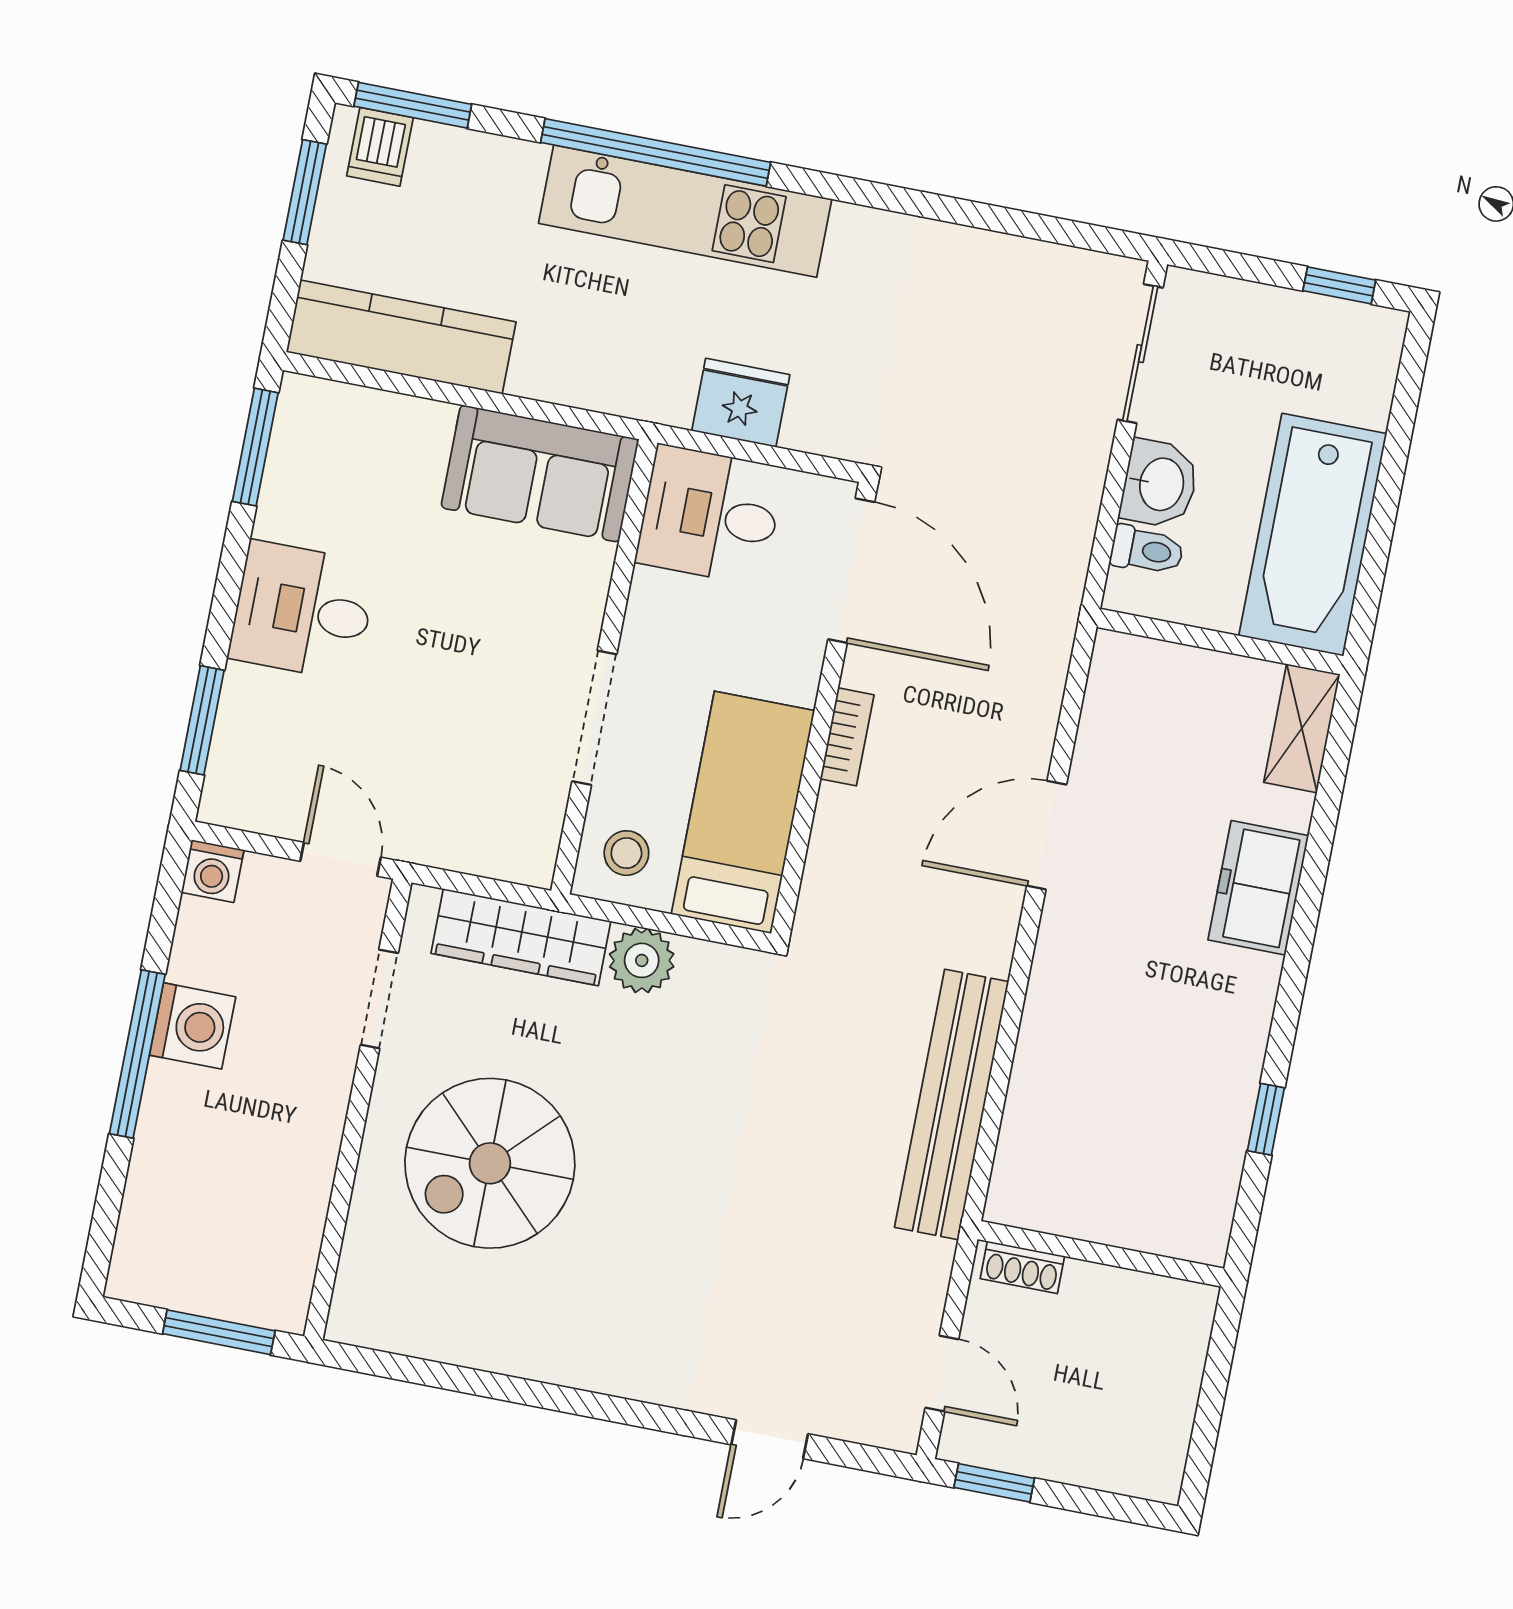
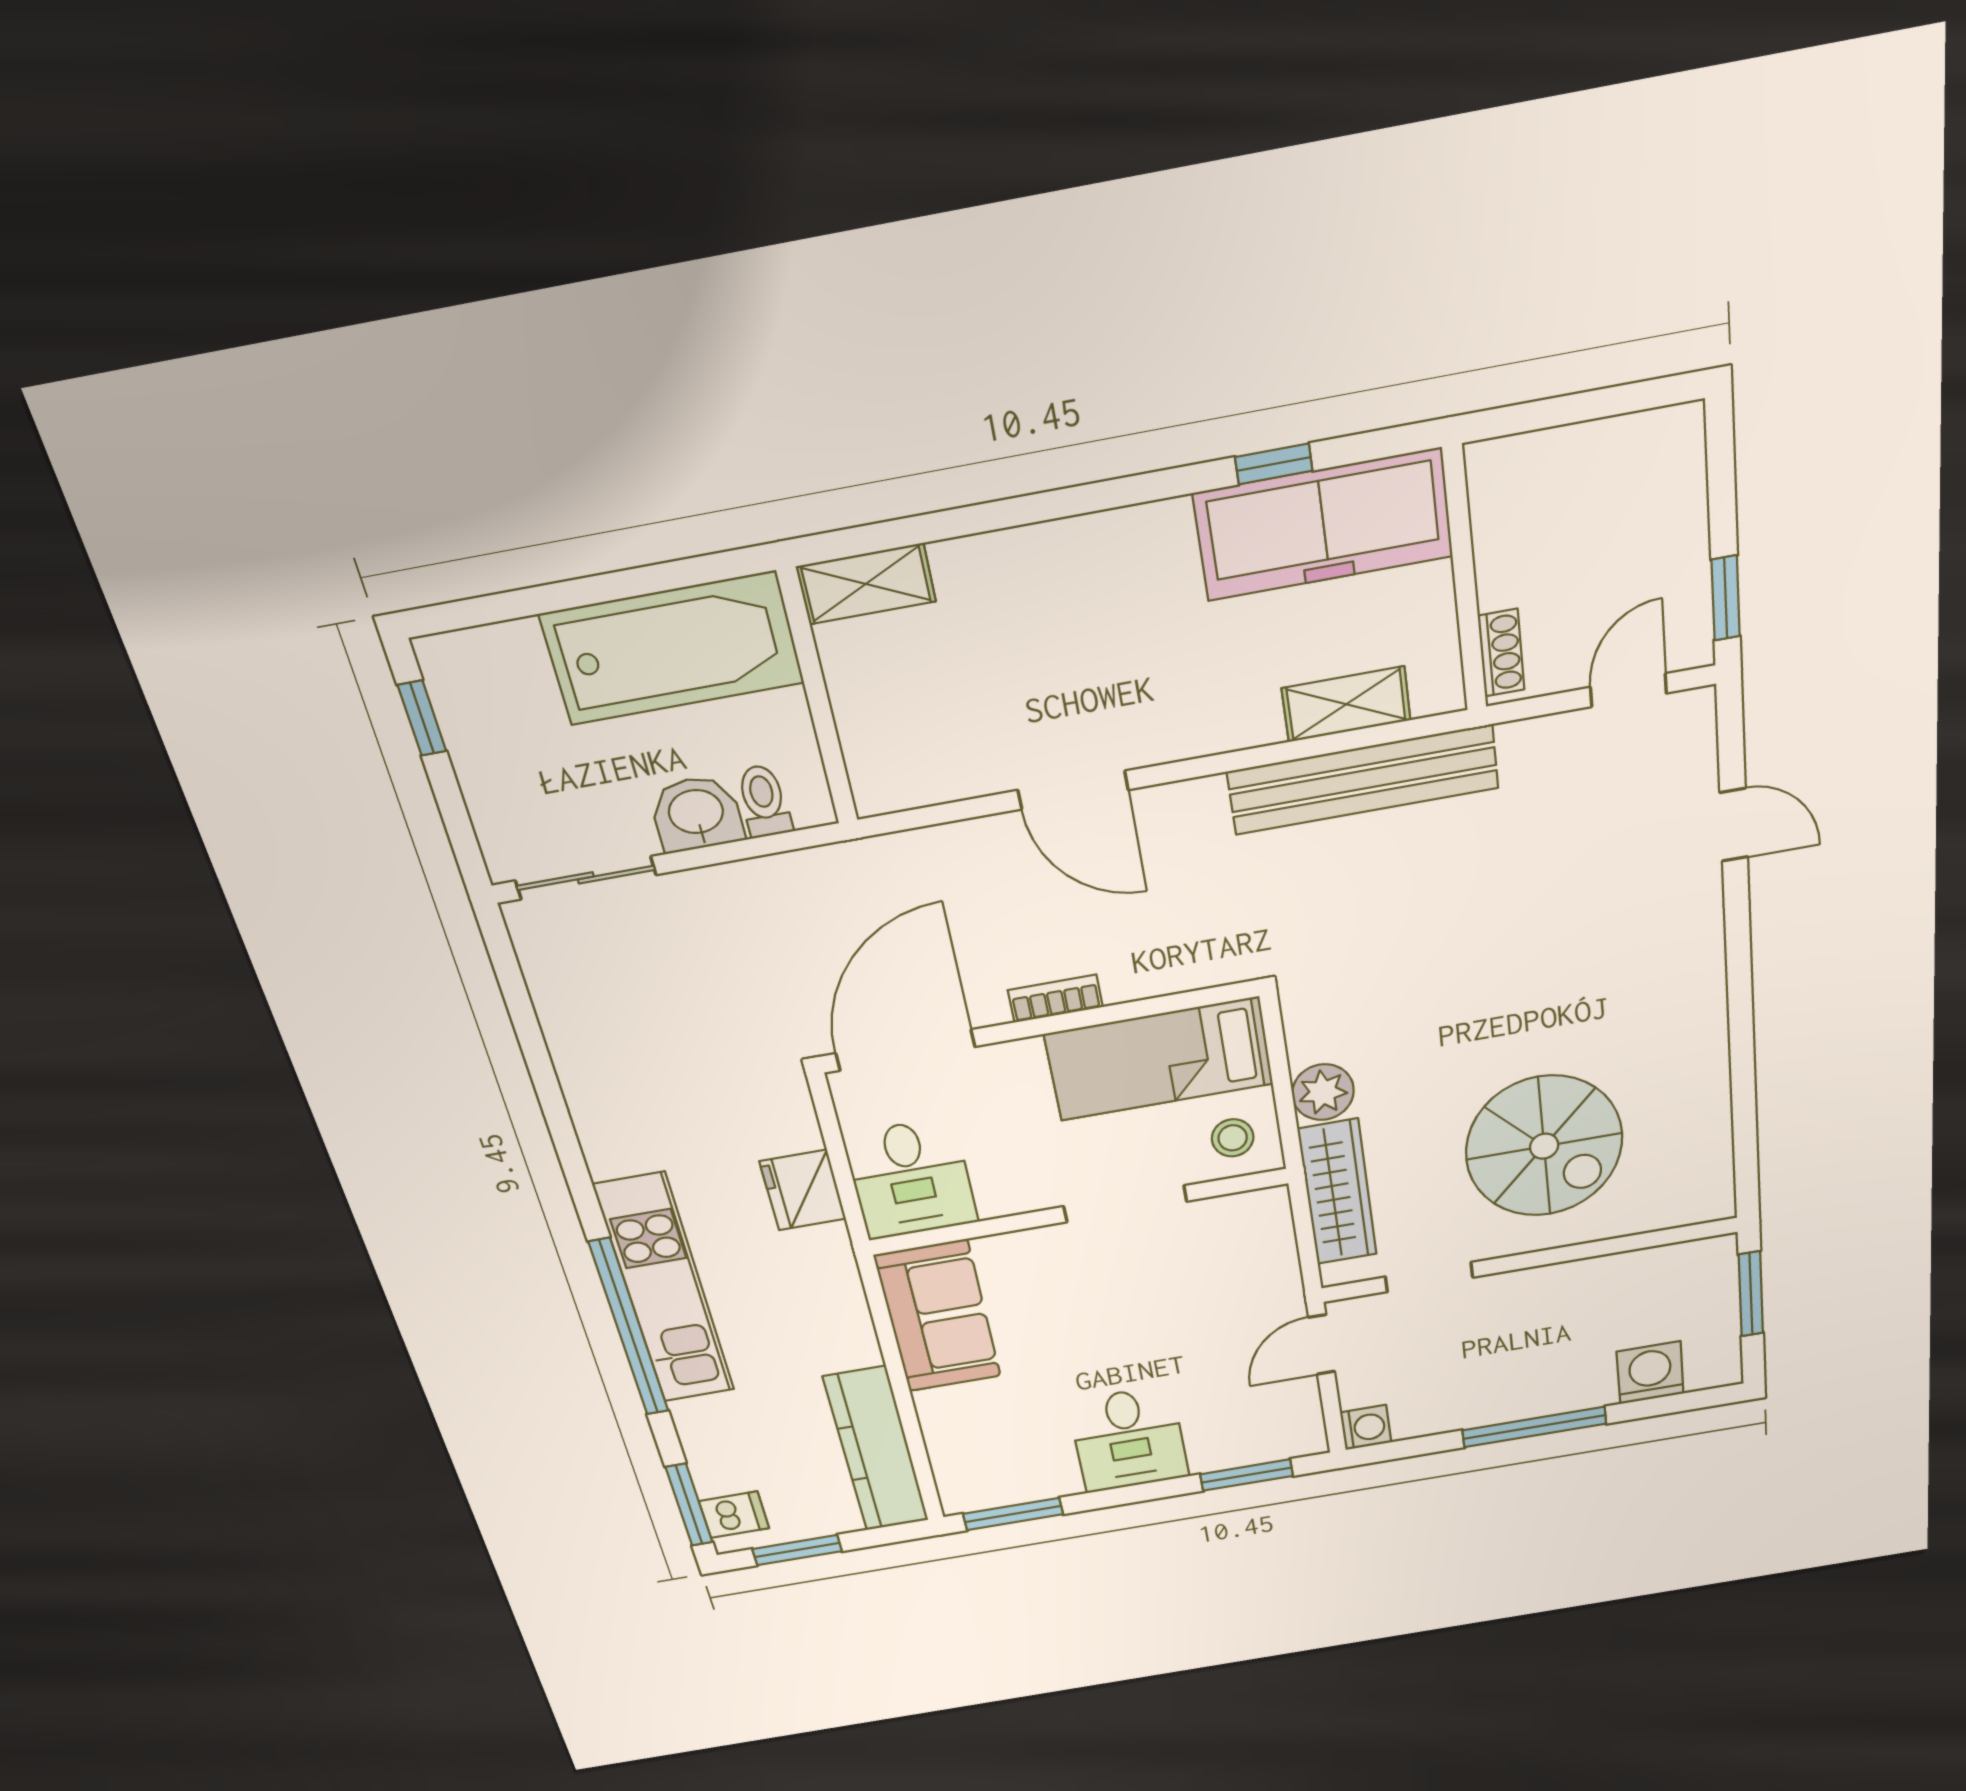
freezer: (1258, 888) -> (1324, 525), moved, width x1.91, depth x1.26
washing machine: (193, 1026) -> (1650, 1373), moved
shelving: (1029, 1112) -> (1346, 704), added

